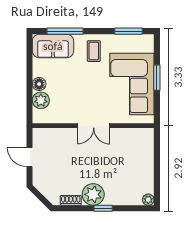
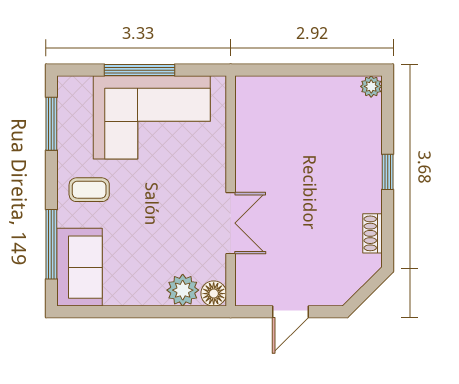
window: (157, 78) -> (140, 70), width x1.44
floor lamp: (39, 84) -> (214, 294), moved
double door: (94, 126) -> (231, 223), moved
plant: (93, 194) -> (361, 191), removed

